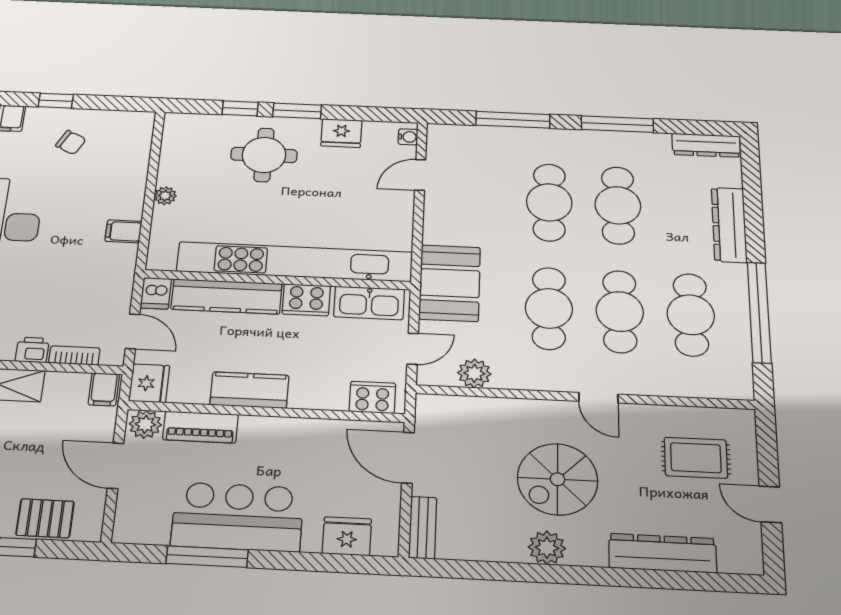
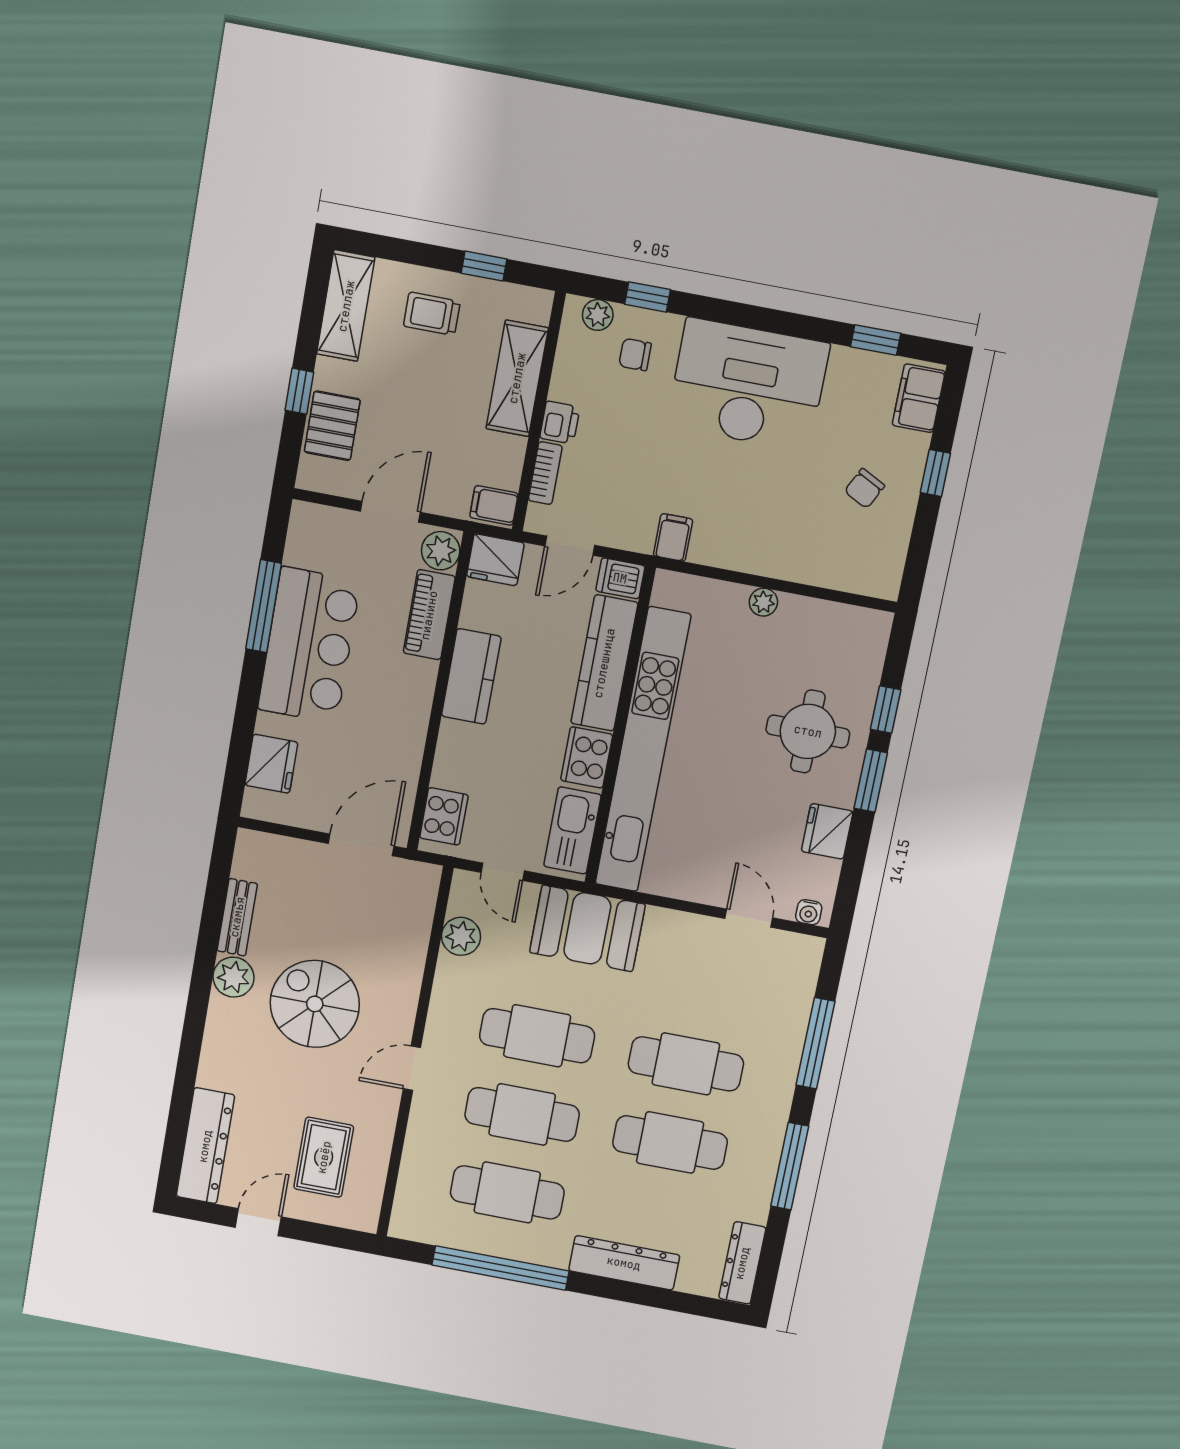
filing cabinet: (123, 231) -> (673, 537), moved
bench: (423, 528) -> (237, 917), moved, turned 90
dresser: (663, 553) -> (205, 1146), moved

